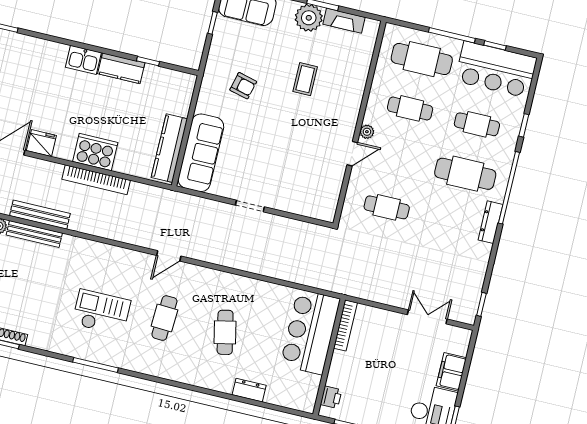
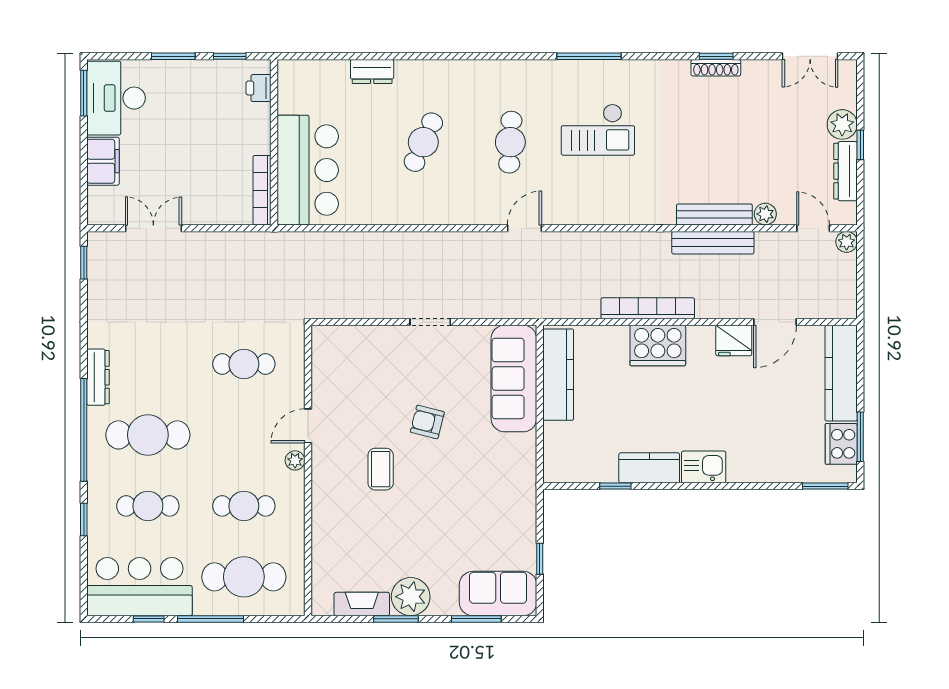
coffee table: (305, 79) -> (381, 469), moved
armchair: (243, 86) -> (427, 422), moved
double door: (427, 317) -> (153, 228), swing flipped
cafe table: (225, 332) -> (423, 142), turned 36

